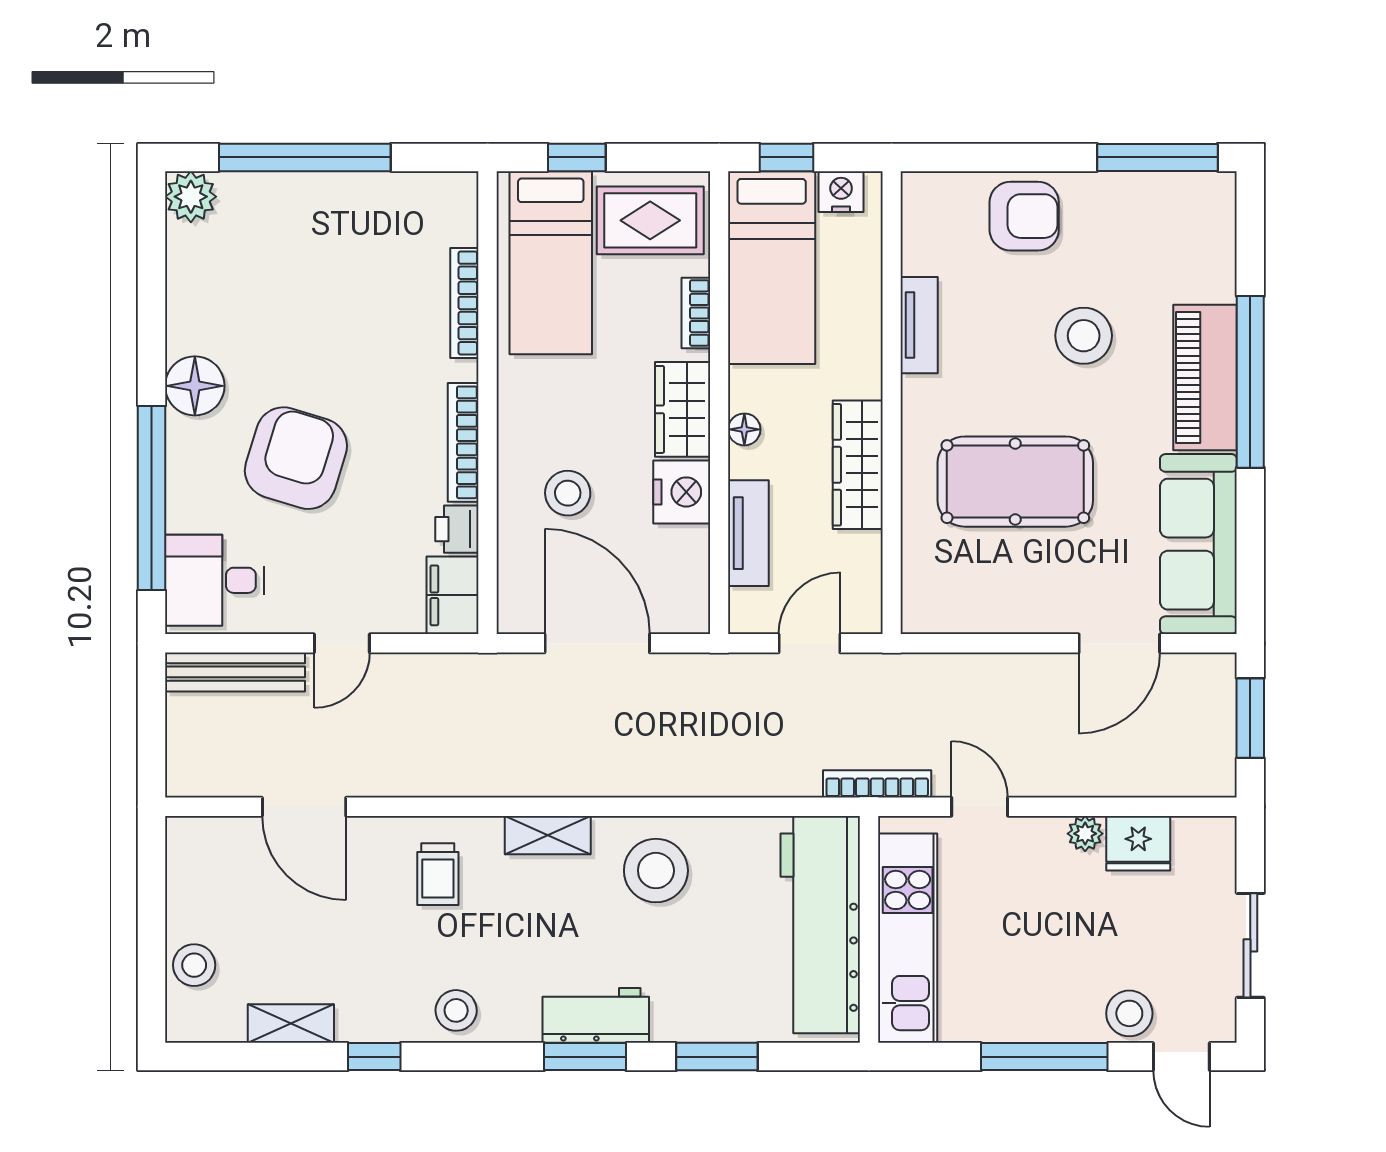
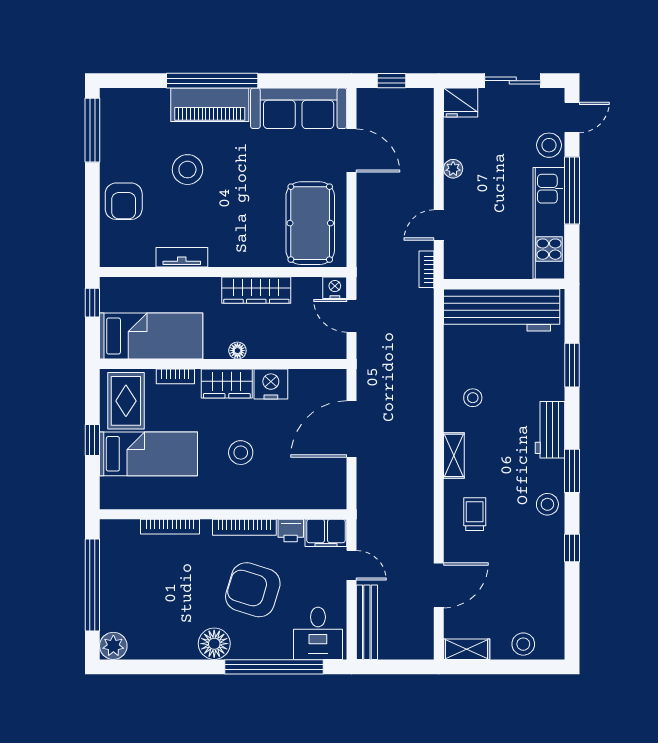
window: (787, 157) -> (92, 303), moved
nightstand: (841, 192) -> (335, 288), moved, turned 90
armchair: (1024, 216) -> (124, 201), turned 180
bookcase: (464, 303) -> (170, 527), moved
wall: (488, 403) -> (223, 514), moved
bookcase: (463, 442) -> (244, 527), moved
pool table: (1015, 482) -> (310, 223), moved
stool: (568, 493) -> (241, 453), moved
printer: (457, 529) -> (291, 531), moved
tv unit: (748, 533) -> (293, 348), removed
filing cabinet: (453, 595) -> (326, 533), moved
window: (1250, 718) -> (391, 81), width x0.67
bookcase: (877, 784) -> (427, 269), width x0.64
fridge: (1138, 843) -> (461, 102), moved, turned 90
stool: (656, 871) -> (473, 398), width x0.53, depth x0.53
trolley: (438, 874) -> (475, 514), turned -90
kitchen unit: (908, 938) -> (549, 223), moved, turned -90
shelving: (291, 1024) -> (467, 649), moved, turned 90
window: (585, 1057) -> (572, 471), moved

